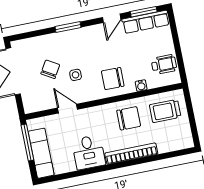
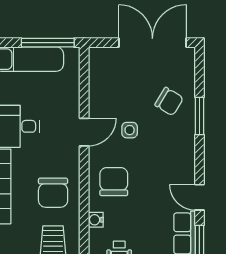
window: (68, 27) -> (199, 116), moved
chair: (50, 69) -> (169, 101), moved
door: (68, 109) -> (84, 132), moved

